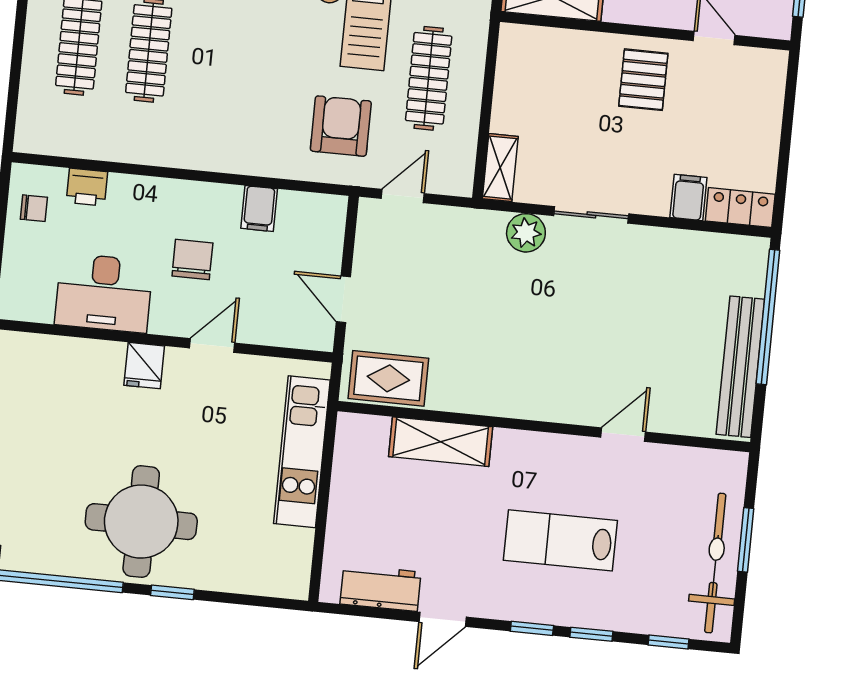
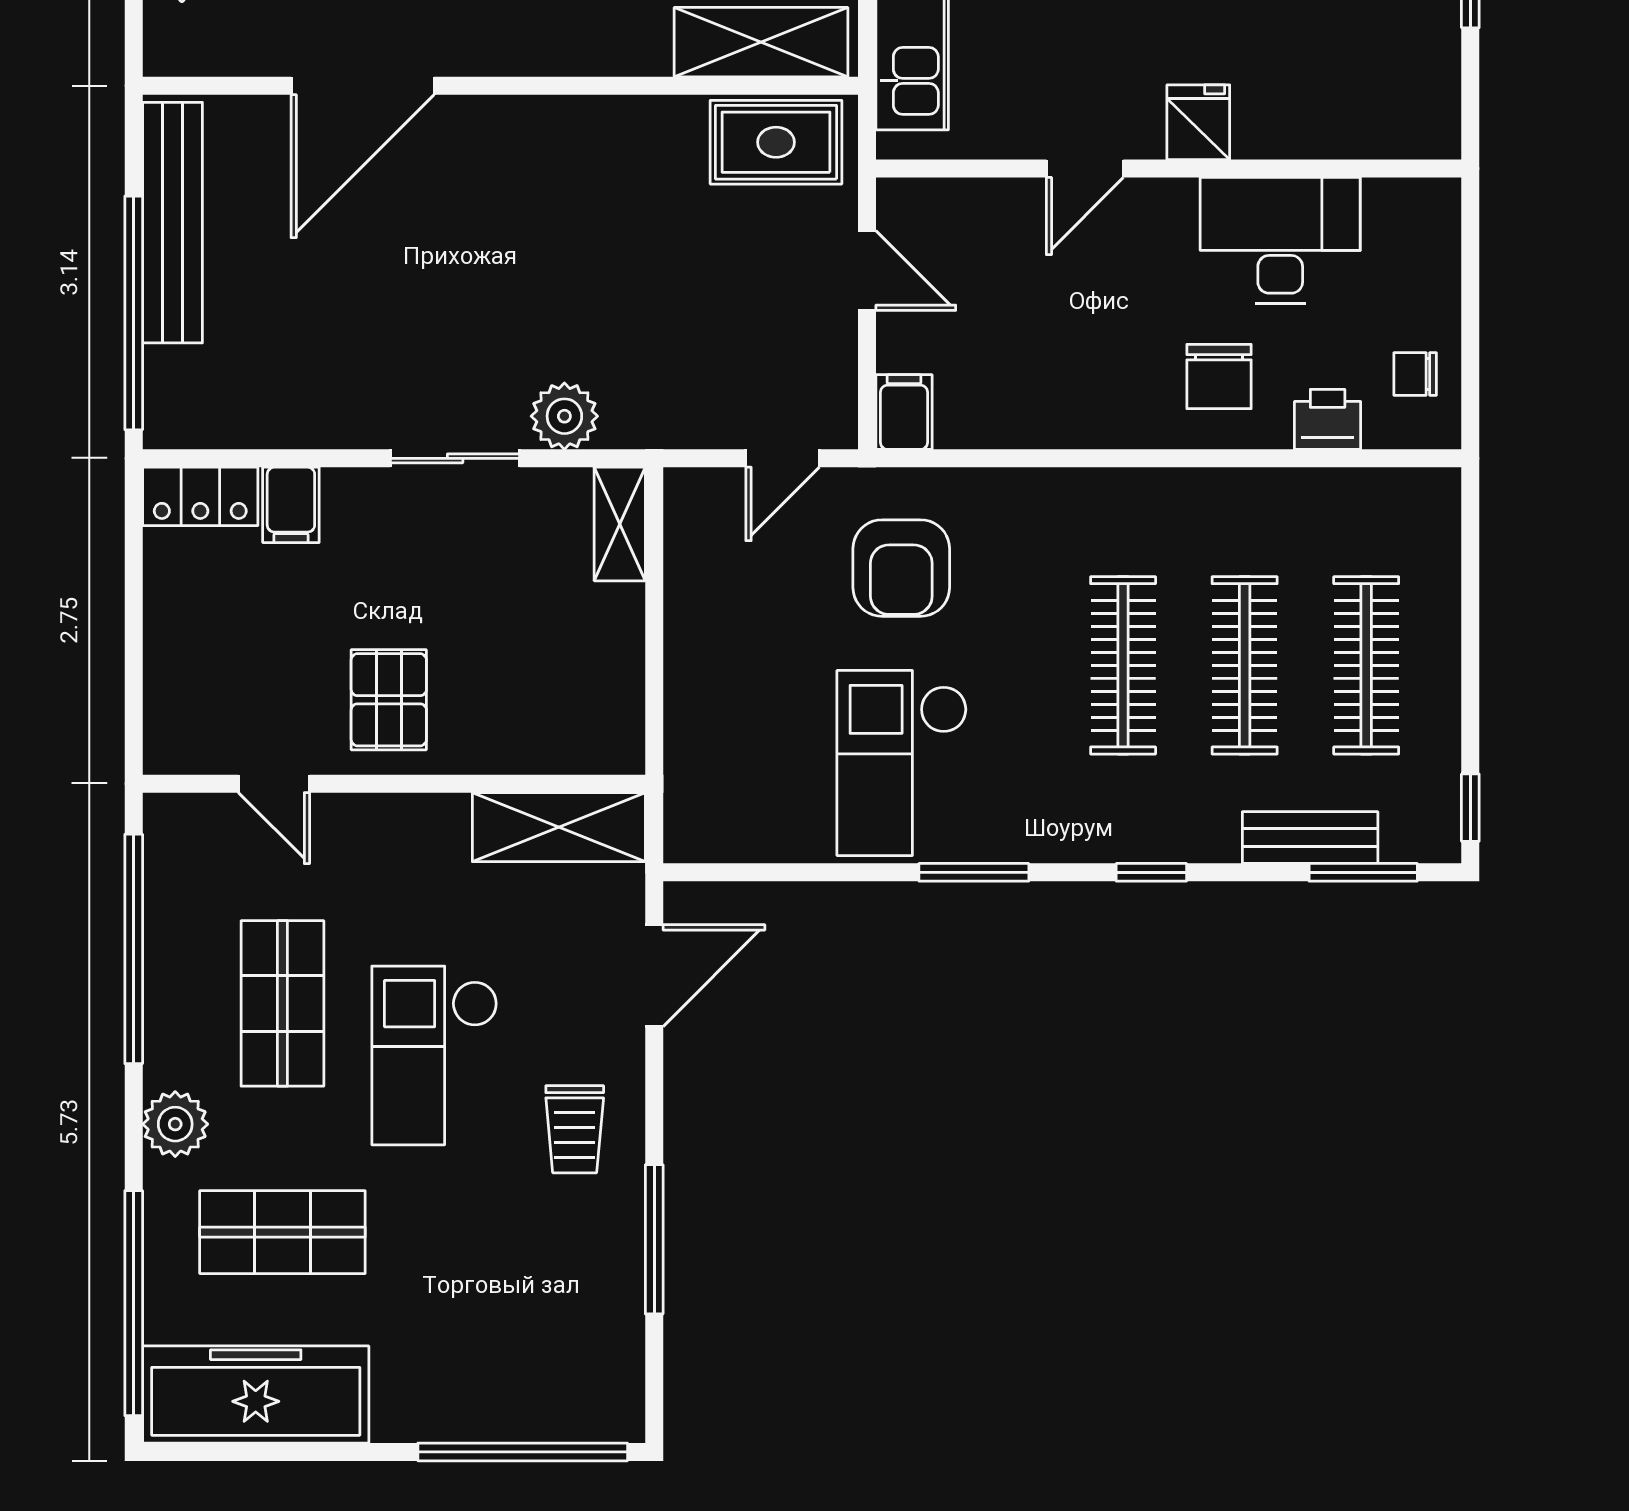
clothes rail: (429, 78) -> (1123, 665), moved
filing cabinet: (259, 209) -> (904, 412), moved
chair: (192, 260) -> (1219, 377), moved
door: (623, 435) -> (363, 86), width x1.88
shelving: (441, 442) -> (761, 42), moved

